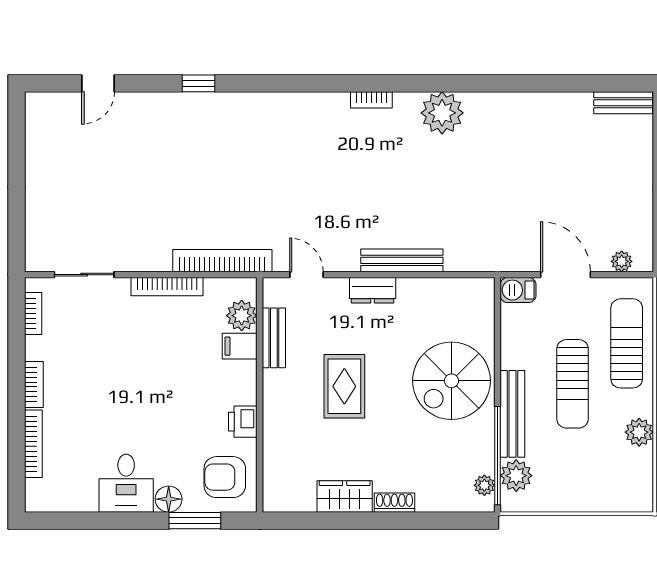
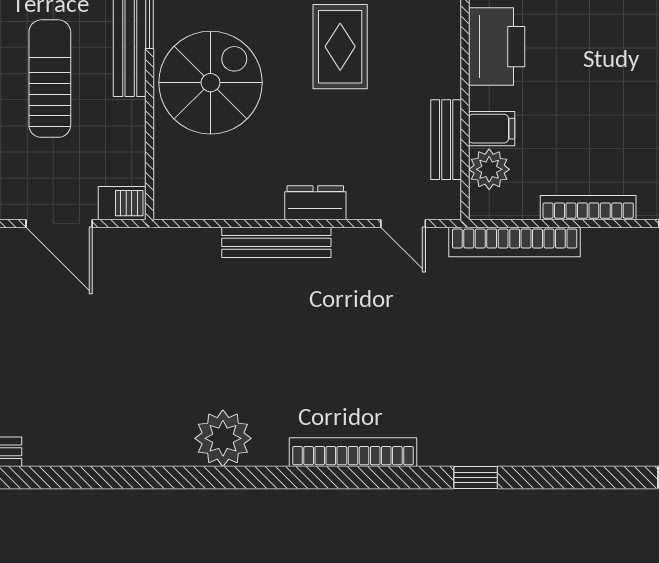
window: (199, 83) -> (476, 477), moved
bookcase: (371, 100) -> (353, 452), width x2.31, depth x1.31
rug: (344, 386) -> (340, 47), moved
printer: (243, 422) -> (497, 47), width x1.87, depth x1.48

